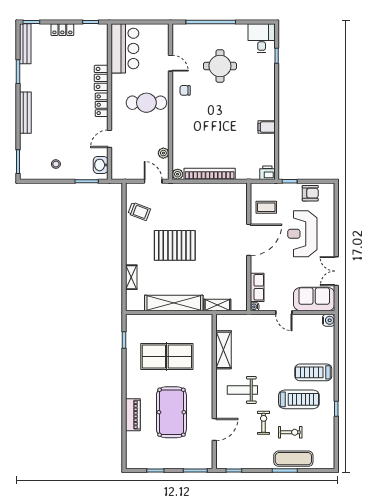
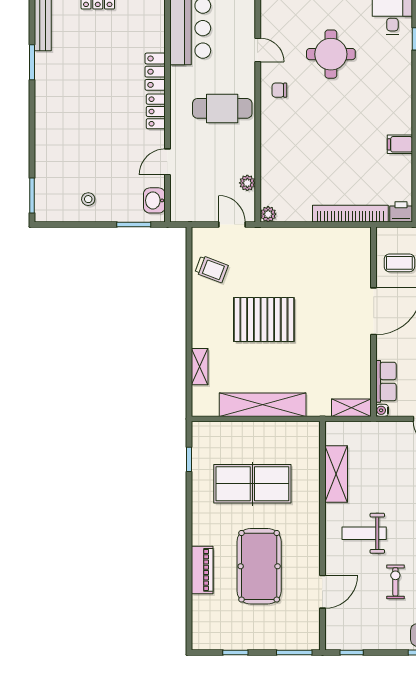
bench: (25, 113) -> (43, 123), removed
bookcase: (210, 174) -> (350, 214), moved
shelving: (217, 305) -> (351, 408), moved

